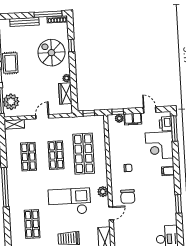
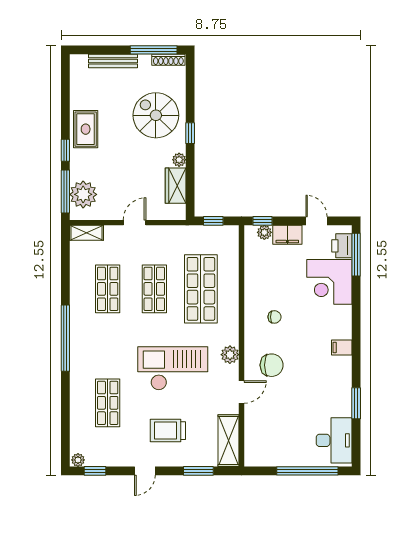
window: (71, 46) -> (190, 133), moved
filing cabinet: (168, 171) -> (342, 347), moved
chair: (128, 197) -> (272, 365), turned -90
window: (178, 204) -> (356, 403), moved

